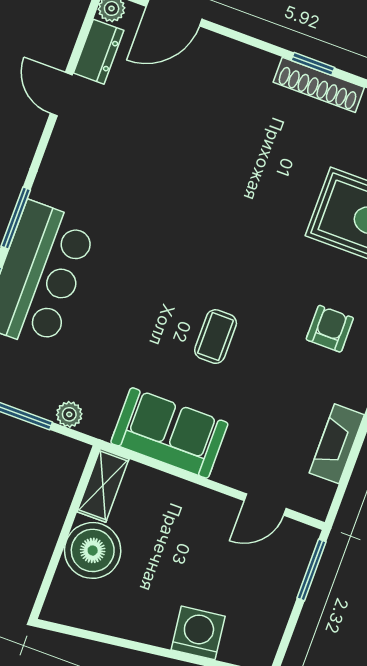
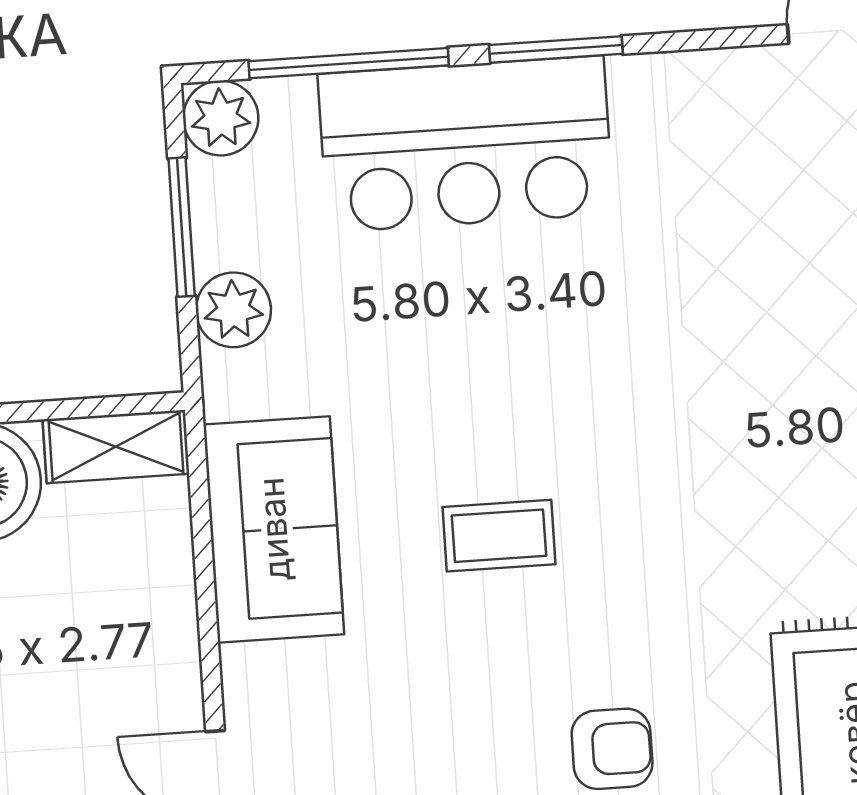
plant: (69, 414) -> (233, 310), width x1.38, depth x1.38

